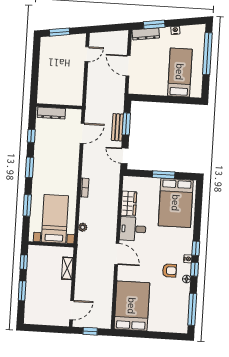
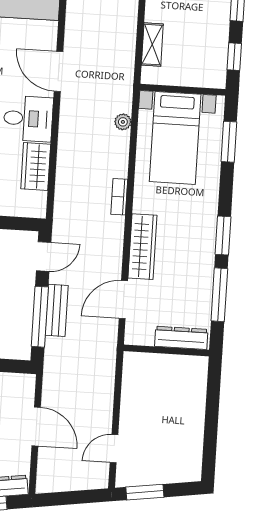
window: (60, 32) -> (145, 492), moved
window: (126, 124) -> (40, 317), width x1.44
window: (31, 136) -> (219, 295), width x2.17
door: (124, 156) -> (44, 257), hinge flipped
wardrobe: (72, 161) -> (142, 247), added
window: (27, 205) -> (229, 142), moved

